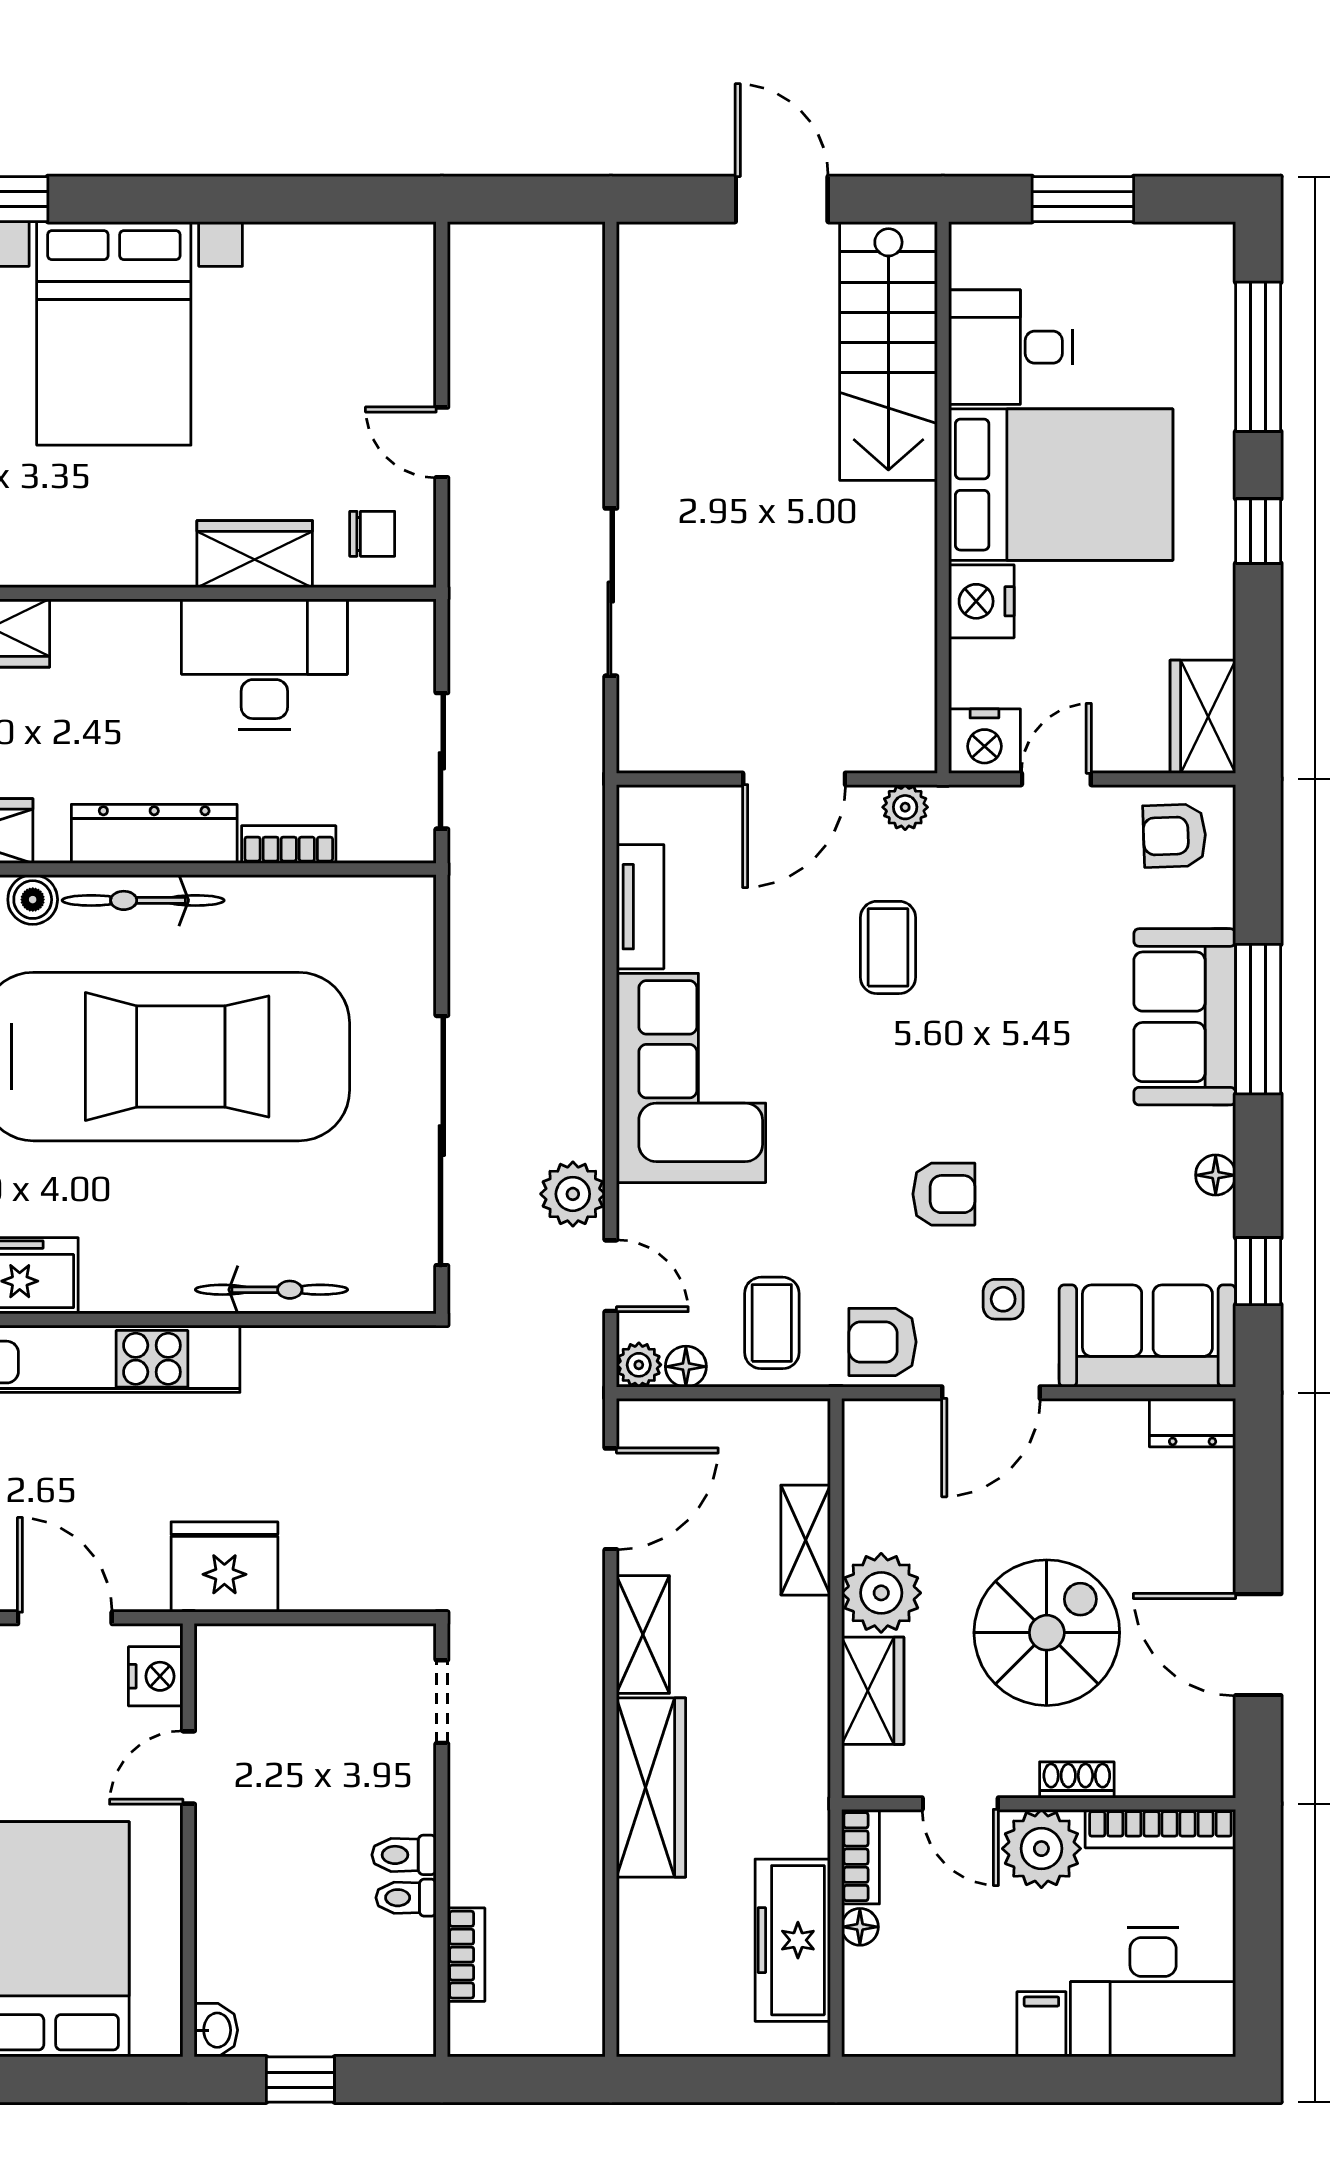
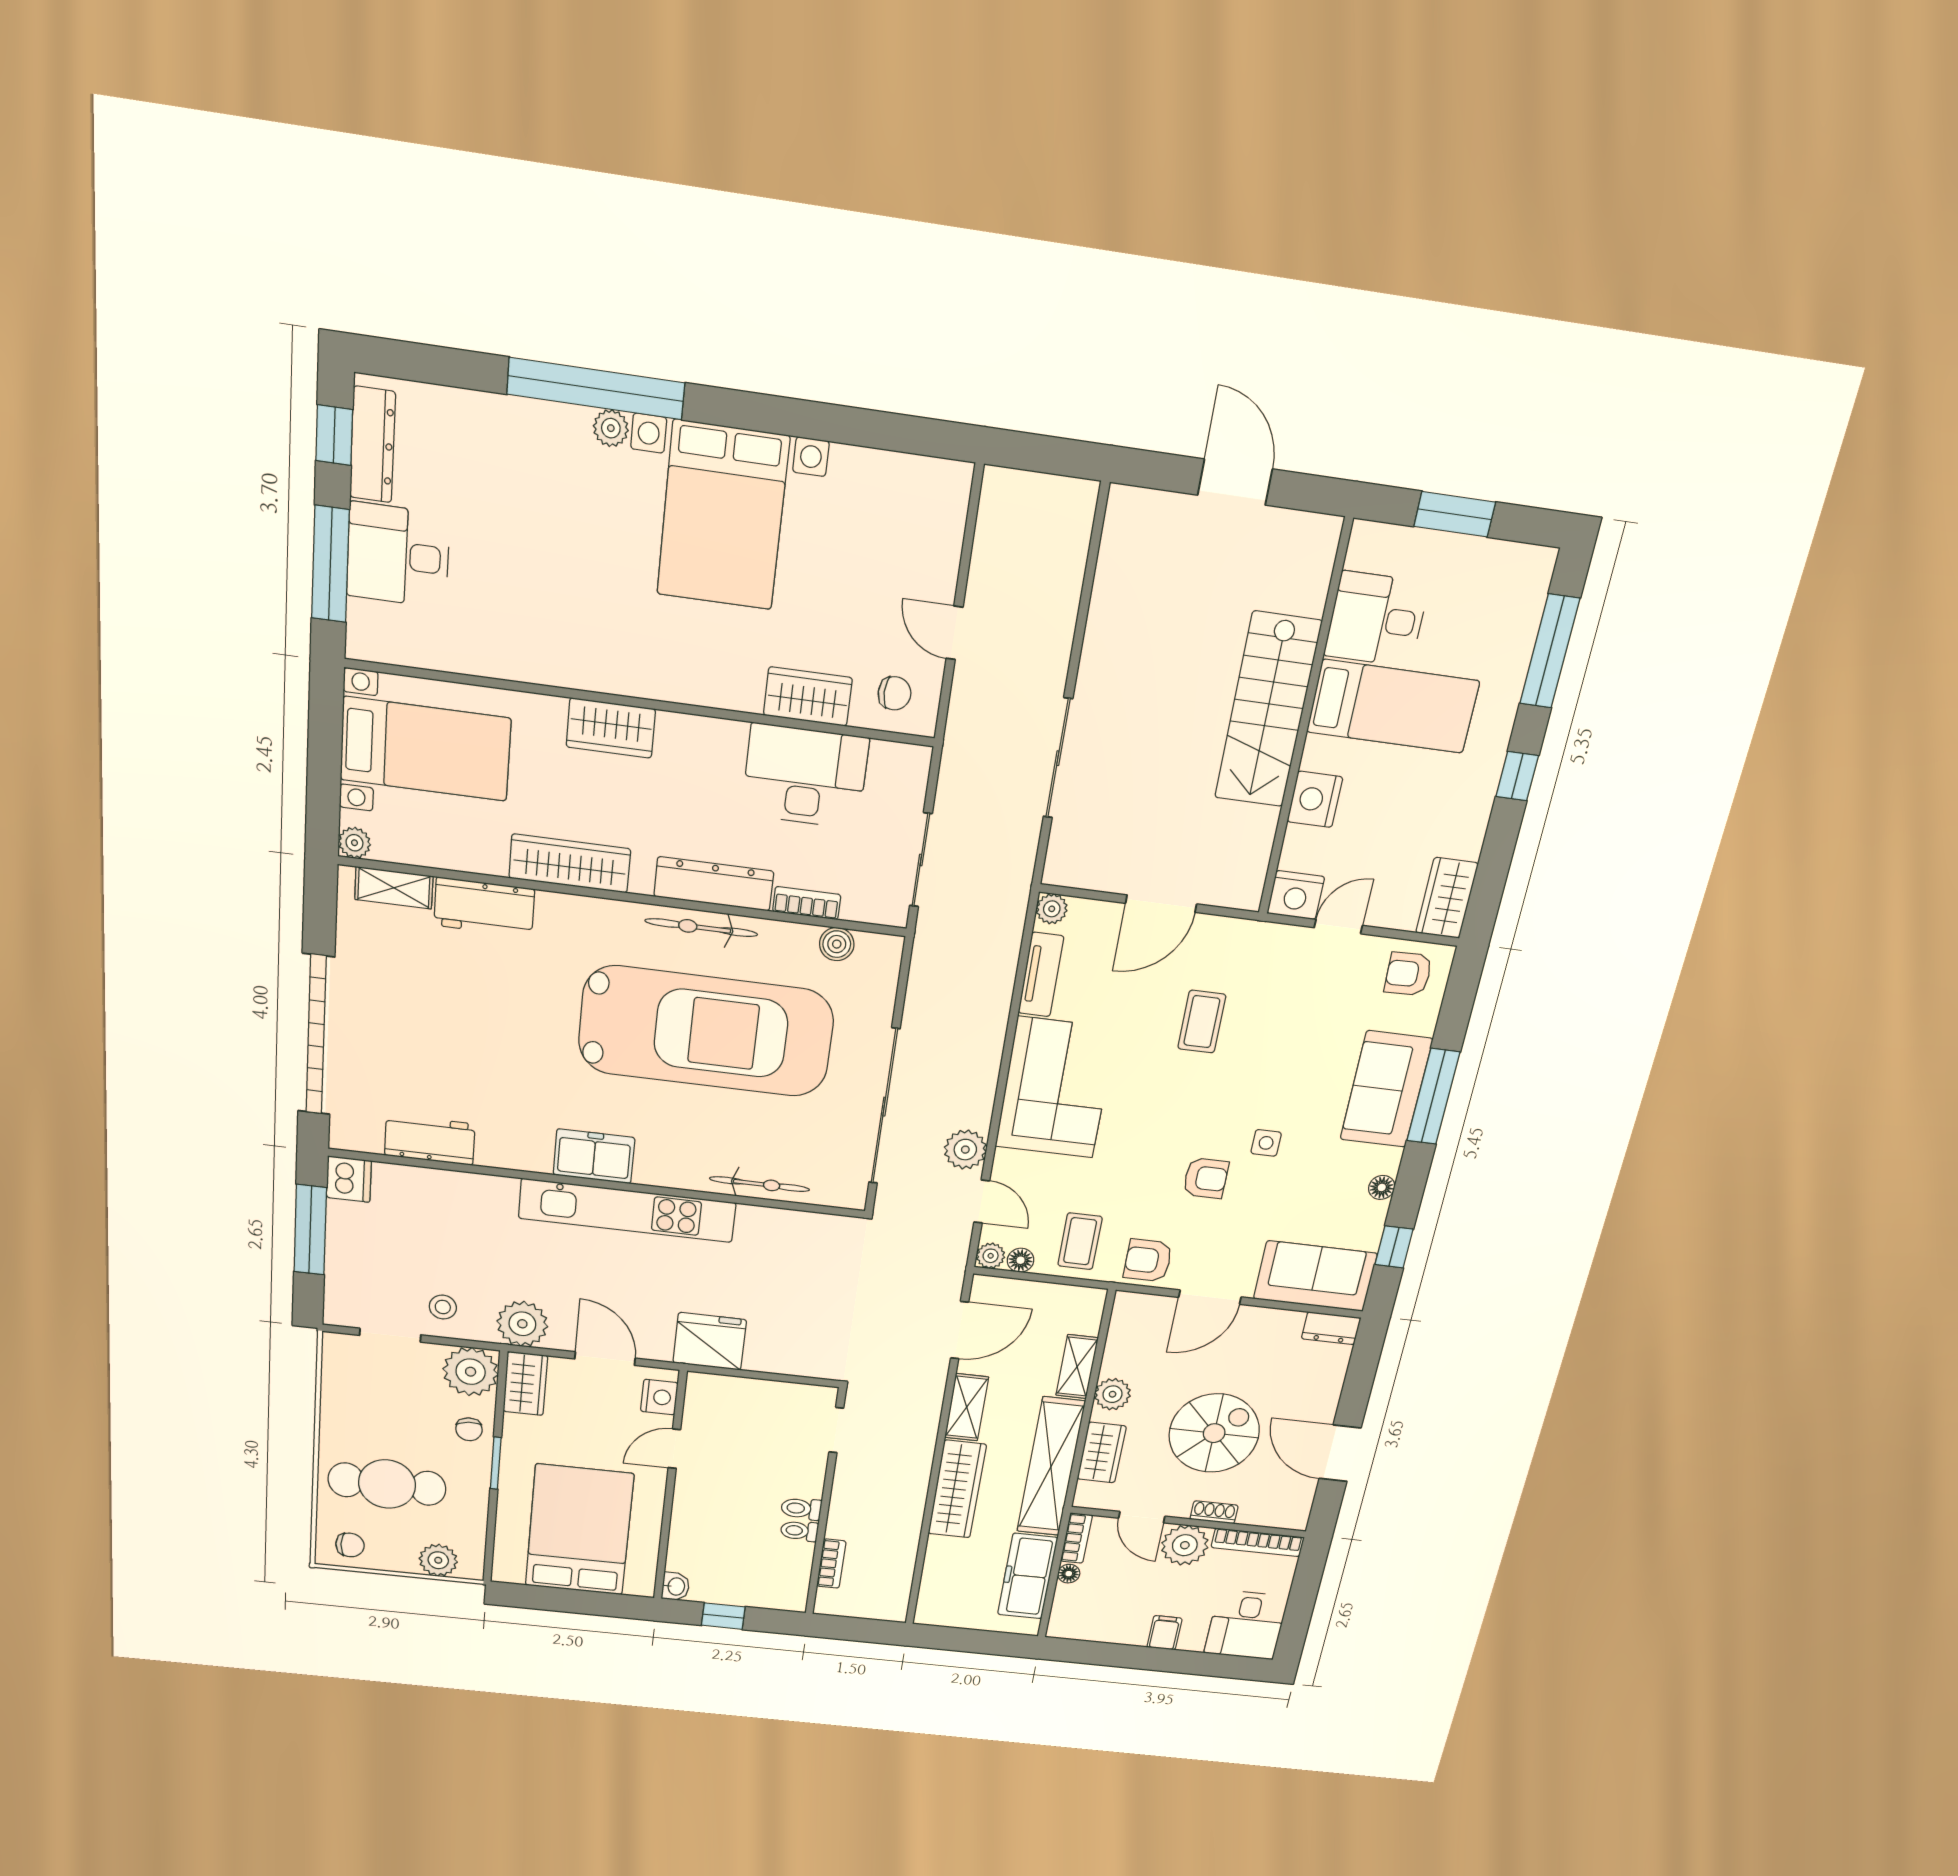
stairs: (888, 351) -> (1268, 710), moved
bed: (1061, 485) -> (1393, 706), width x0.67
plant: (905, 807) -> (1052, 909), moved
boiler: (33, 900) -> (837, 944), moved
side table: (1003, 1299) -> (1266, 1143), moved
plant: (881, 1593) -> (1113, 1394), width x0.73, depth x0.73
shelving: (796, 1727) -> (1051, 1467), added
desk: (1153, 1992) -> (1246, 1625), width x0.73

